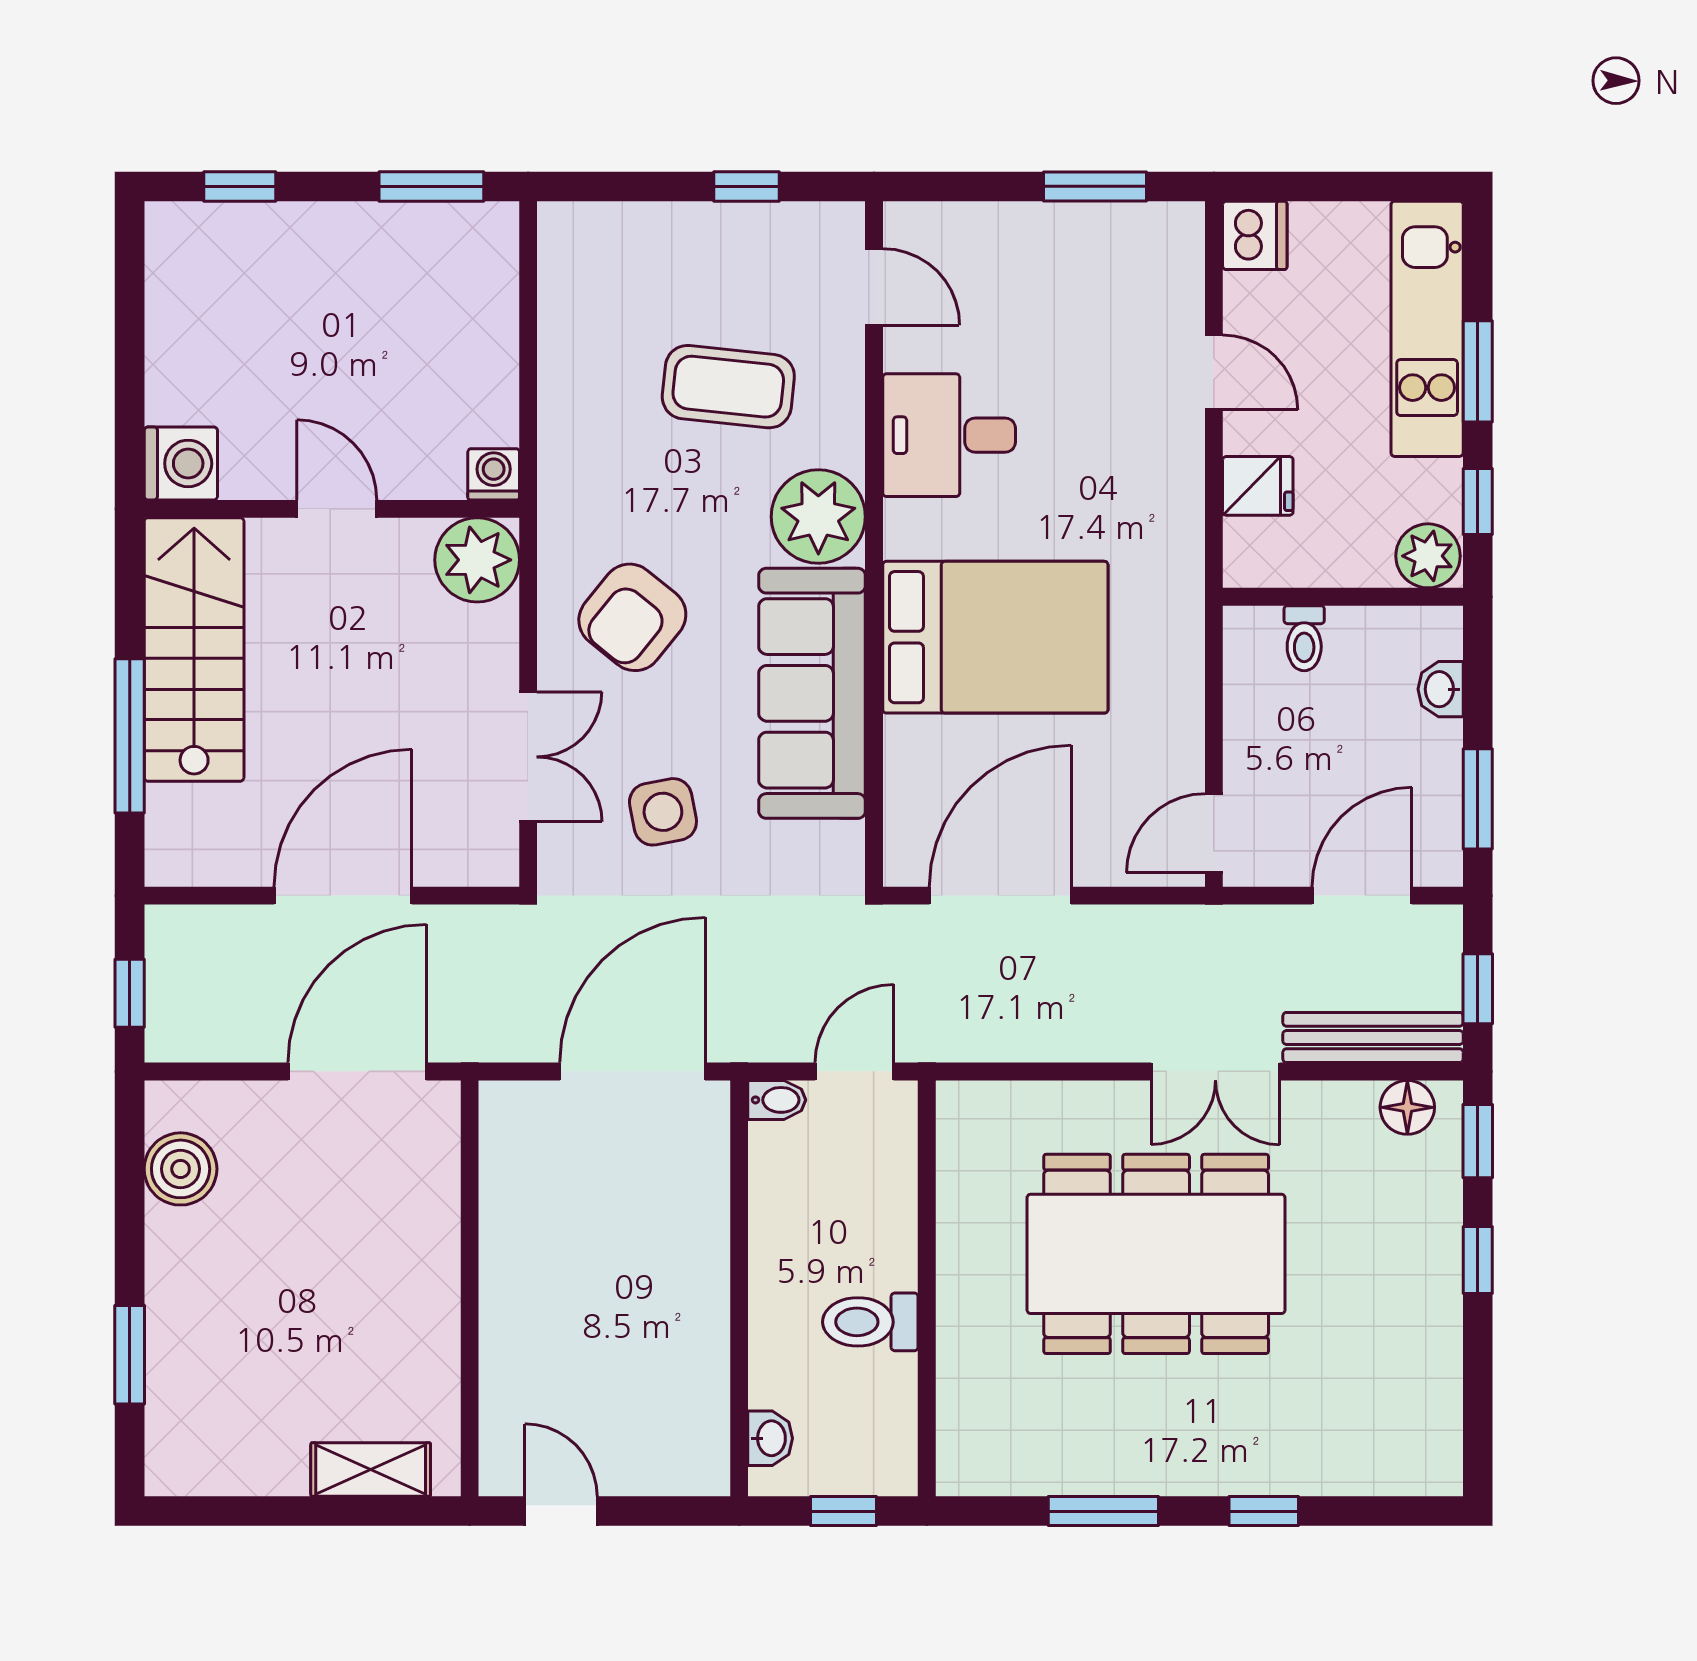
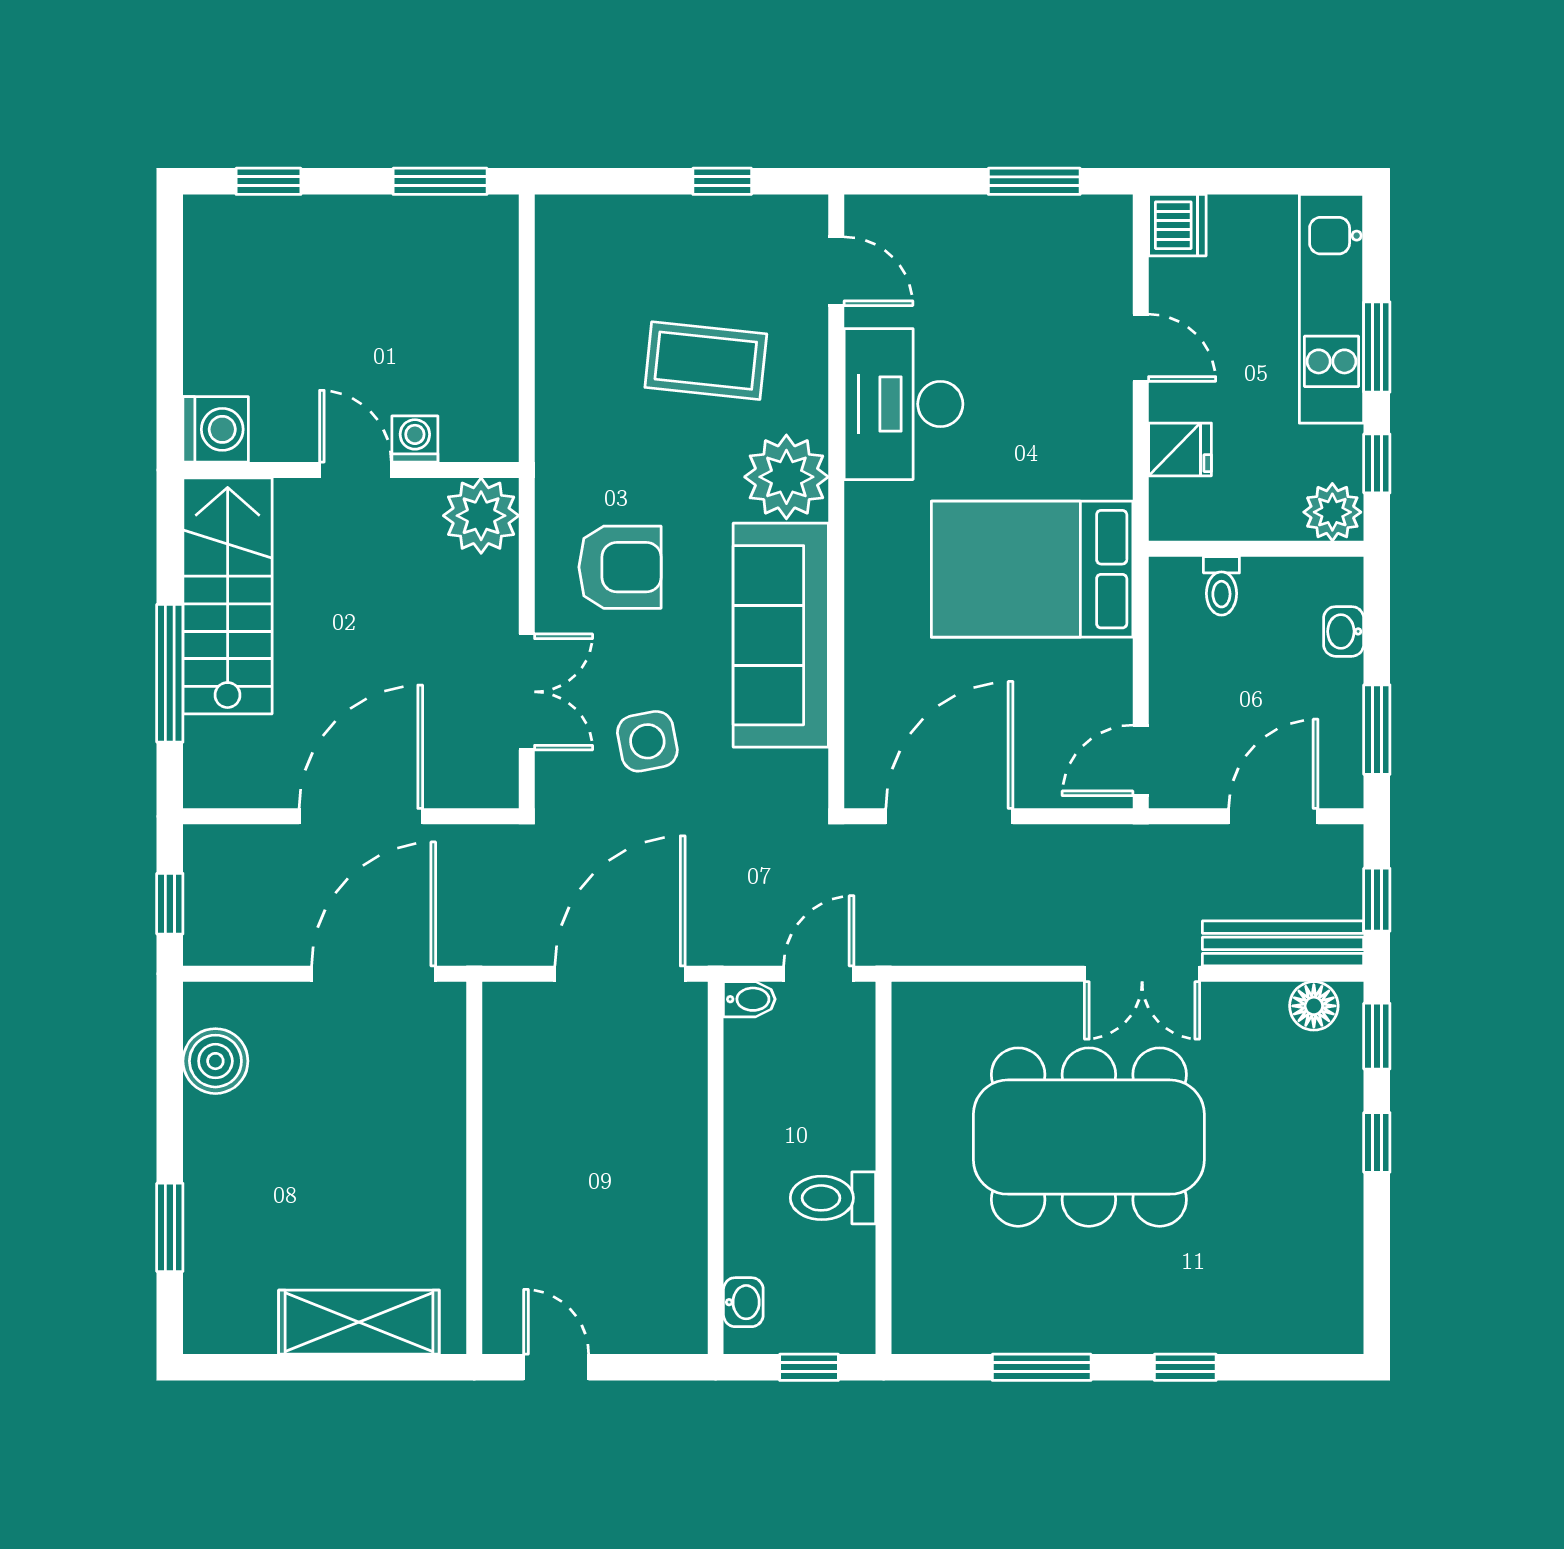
desk: (949, 435) -> (904, 404), width x1.37
washing machine: (494, 474) -> (415, 439), moved
armchair: (632, 617) -> (620, 567), turned -129
bed: (995, 637) -> (1032, 569), moved, turned 180
shelving: (371, 1470) -> (359, 1322), width x1.50, depth x1.33

